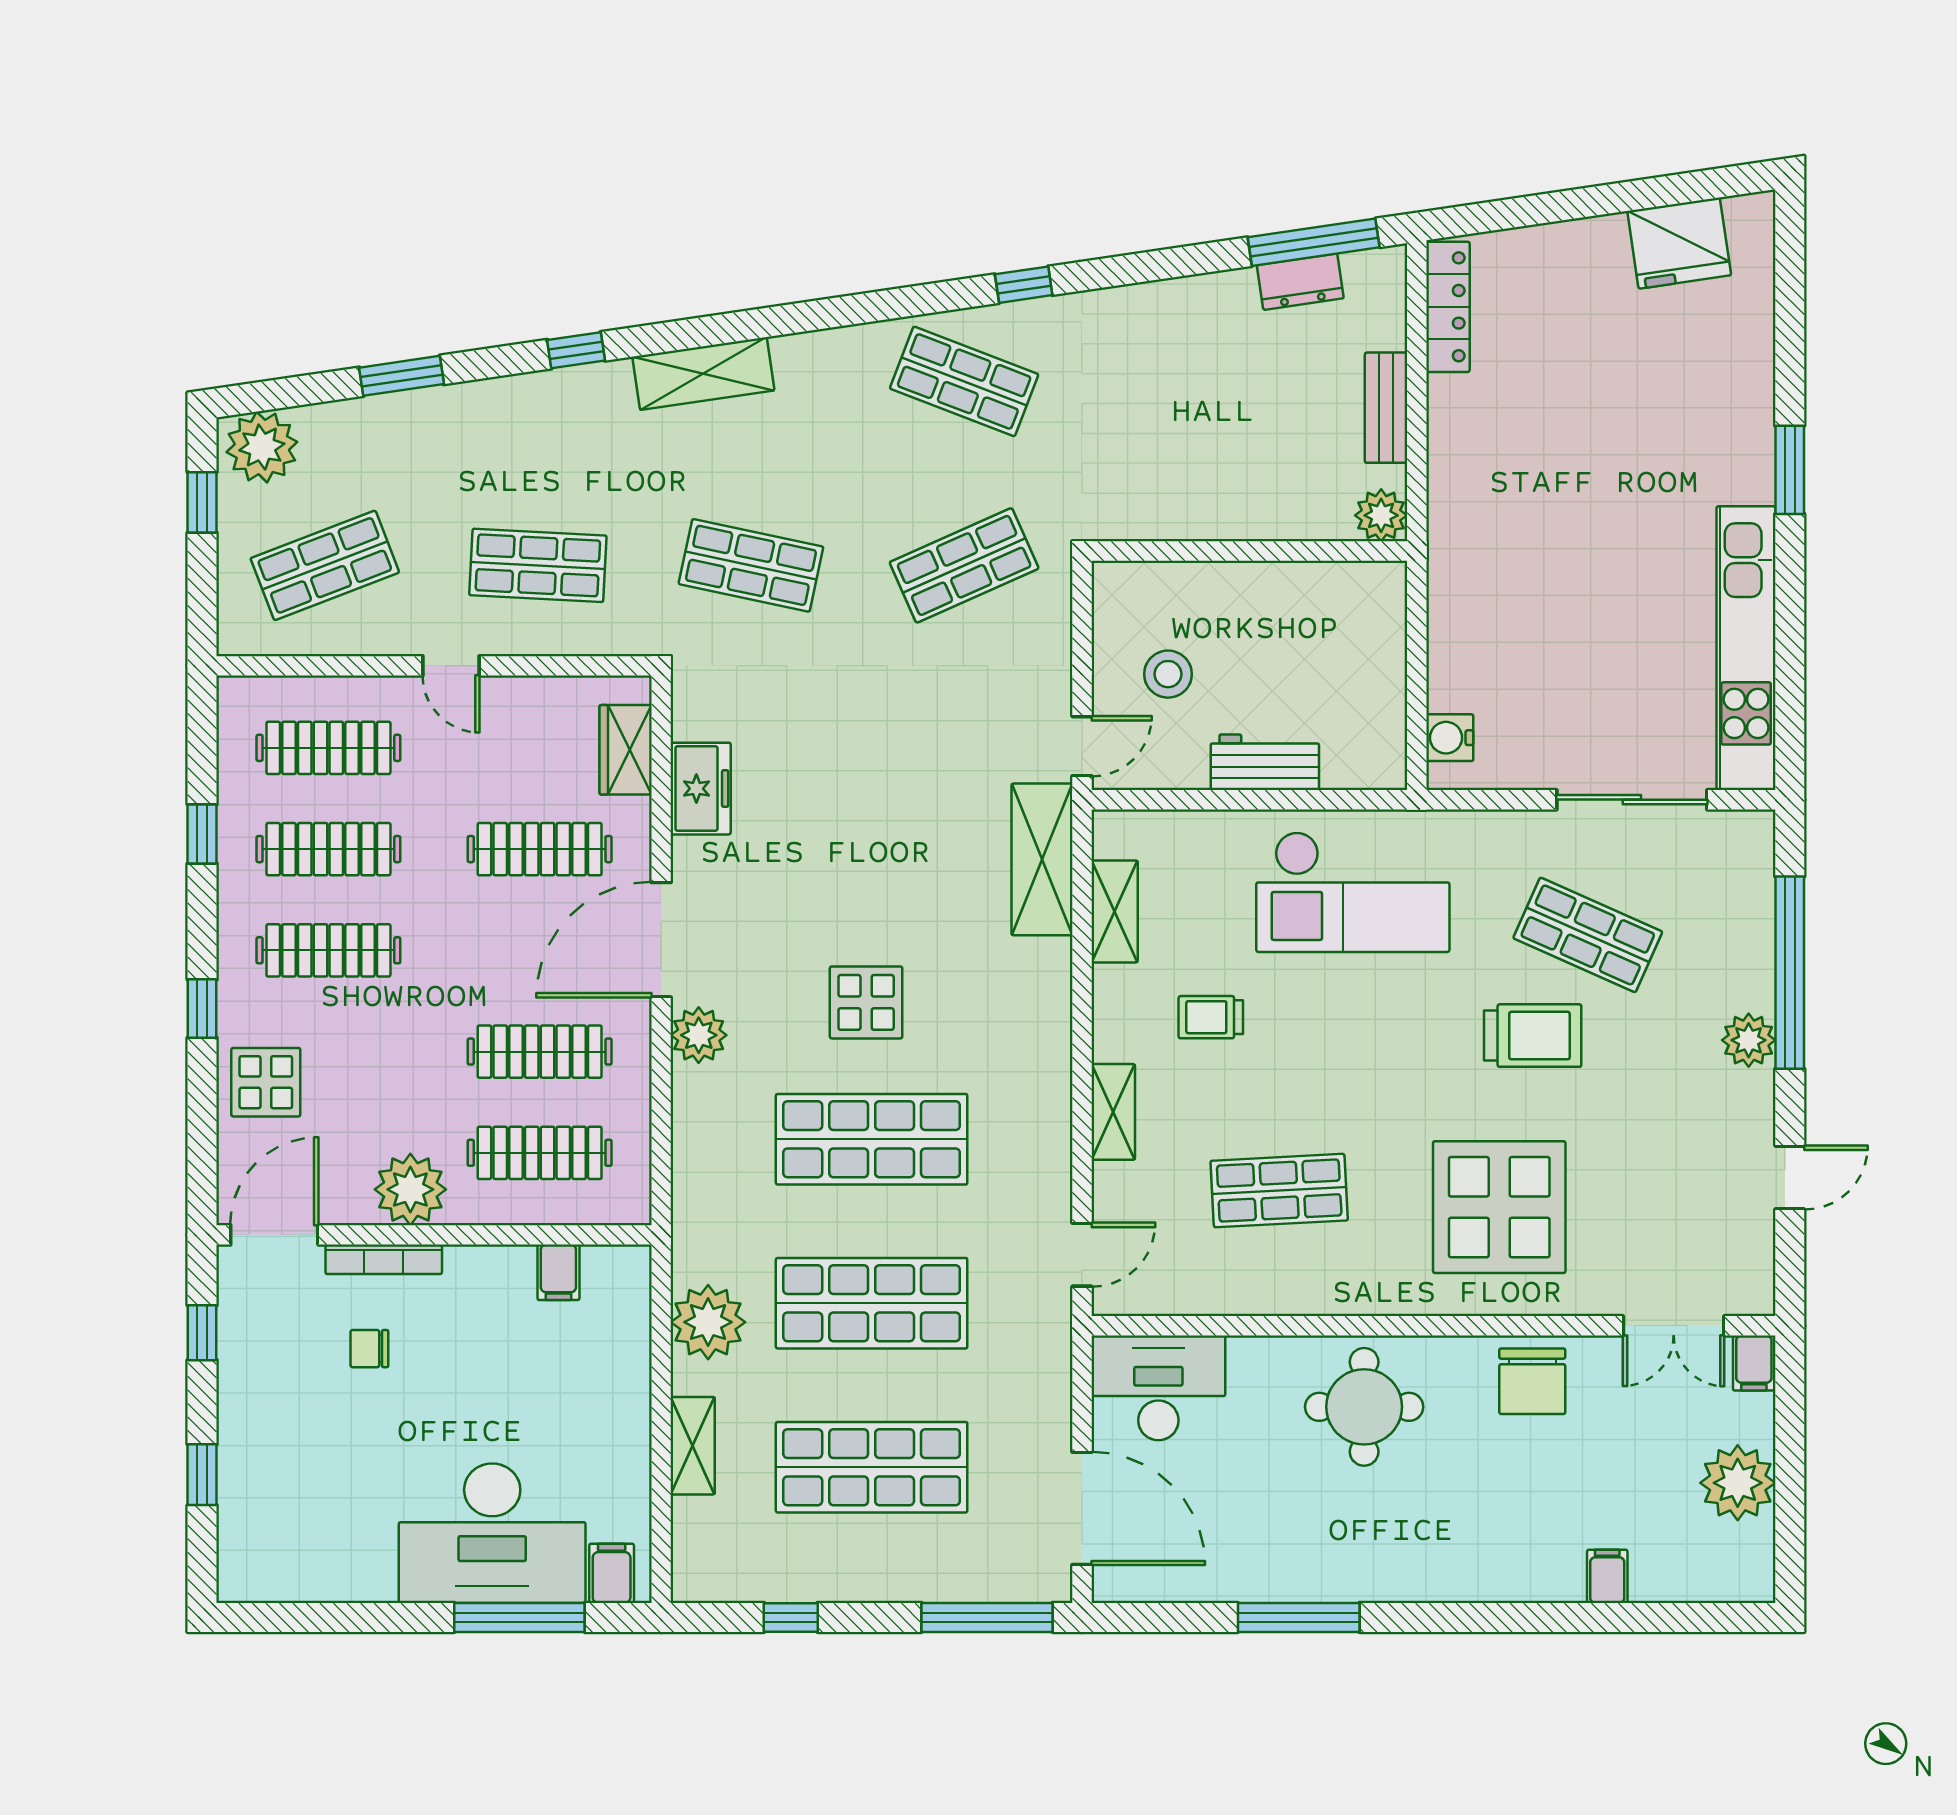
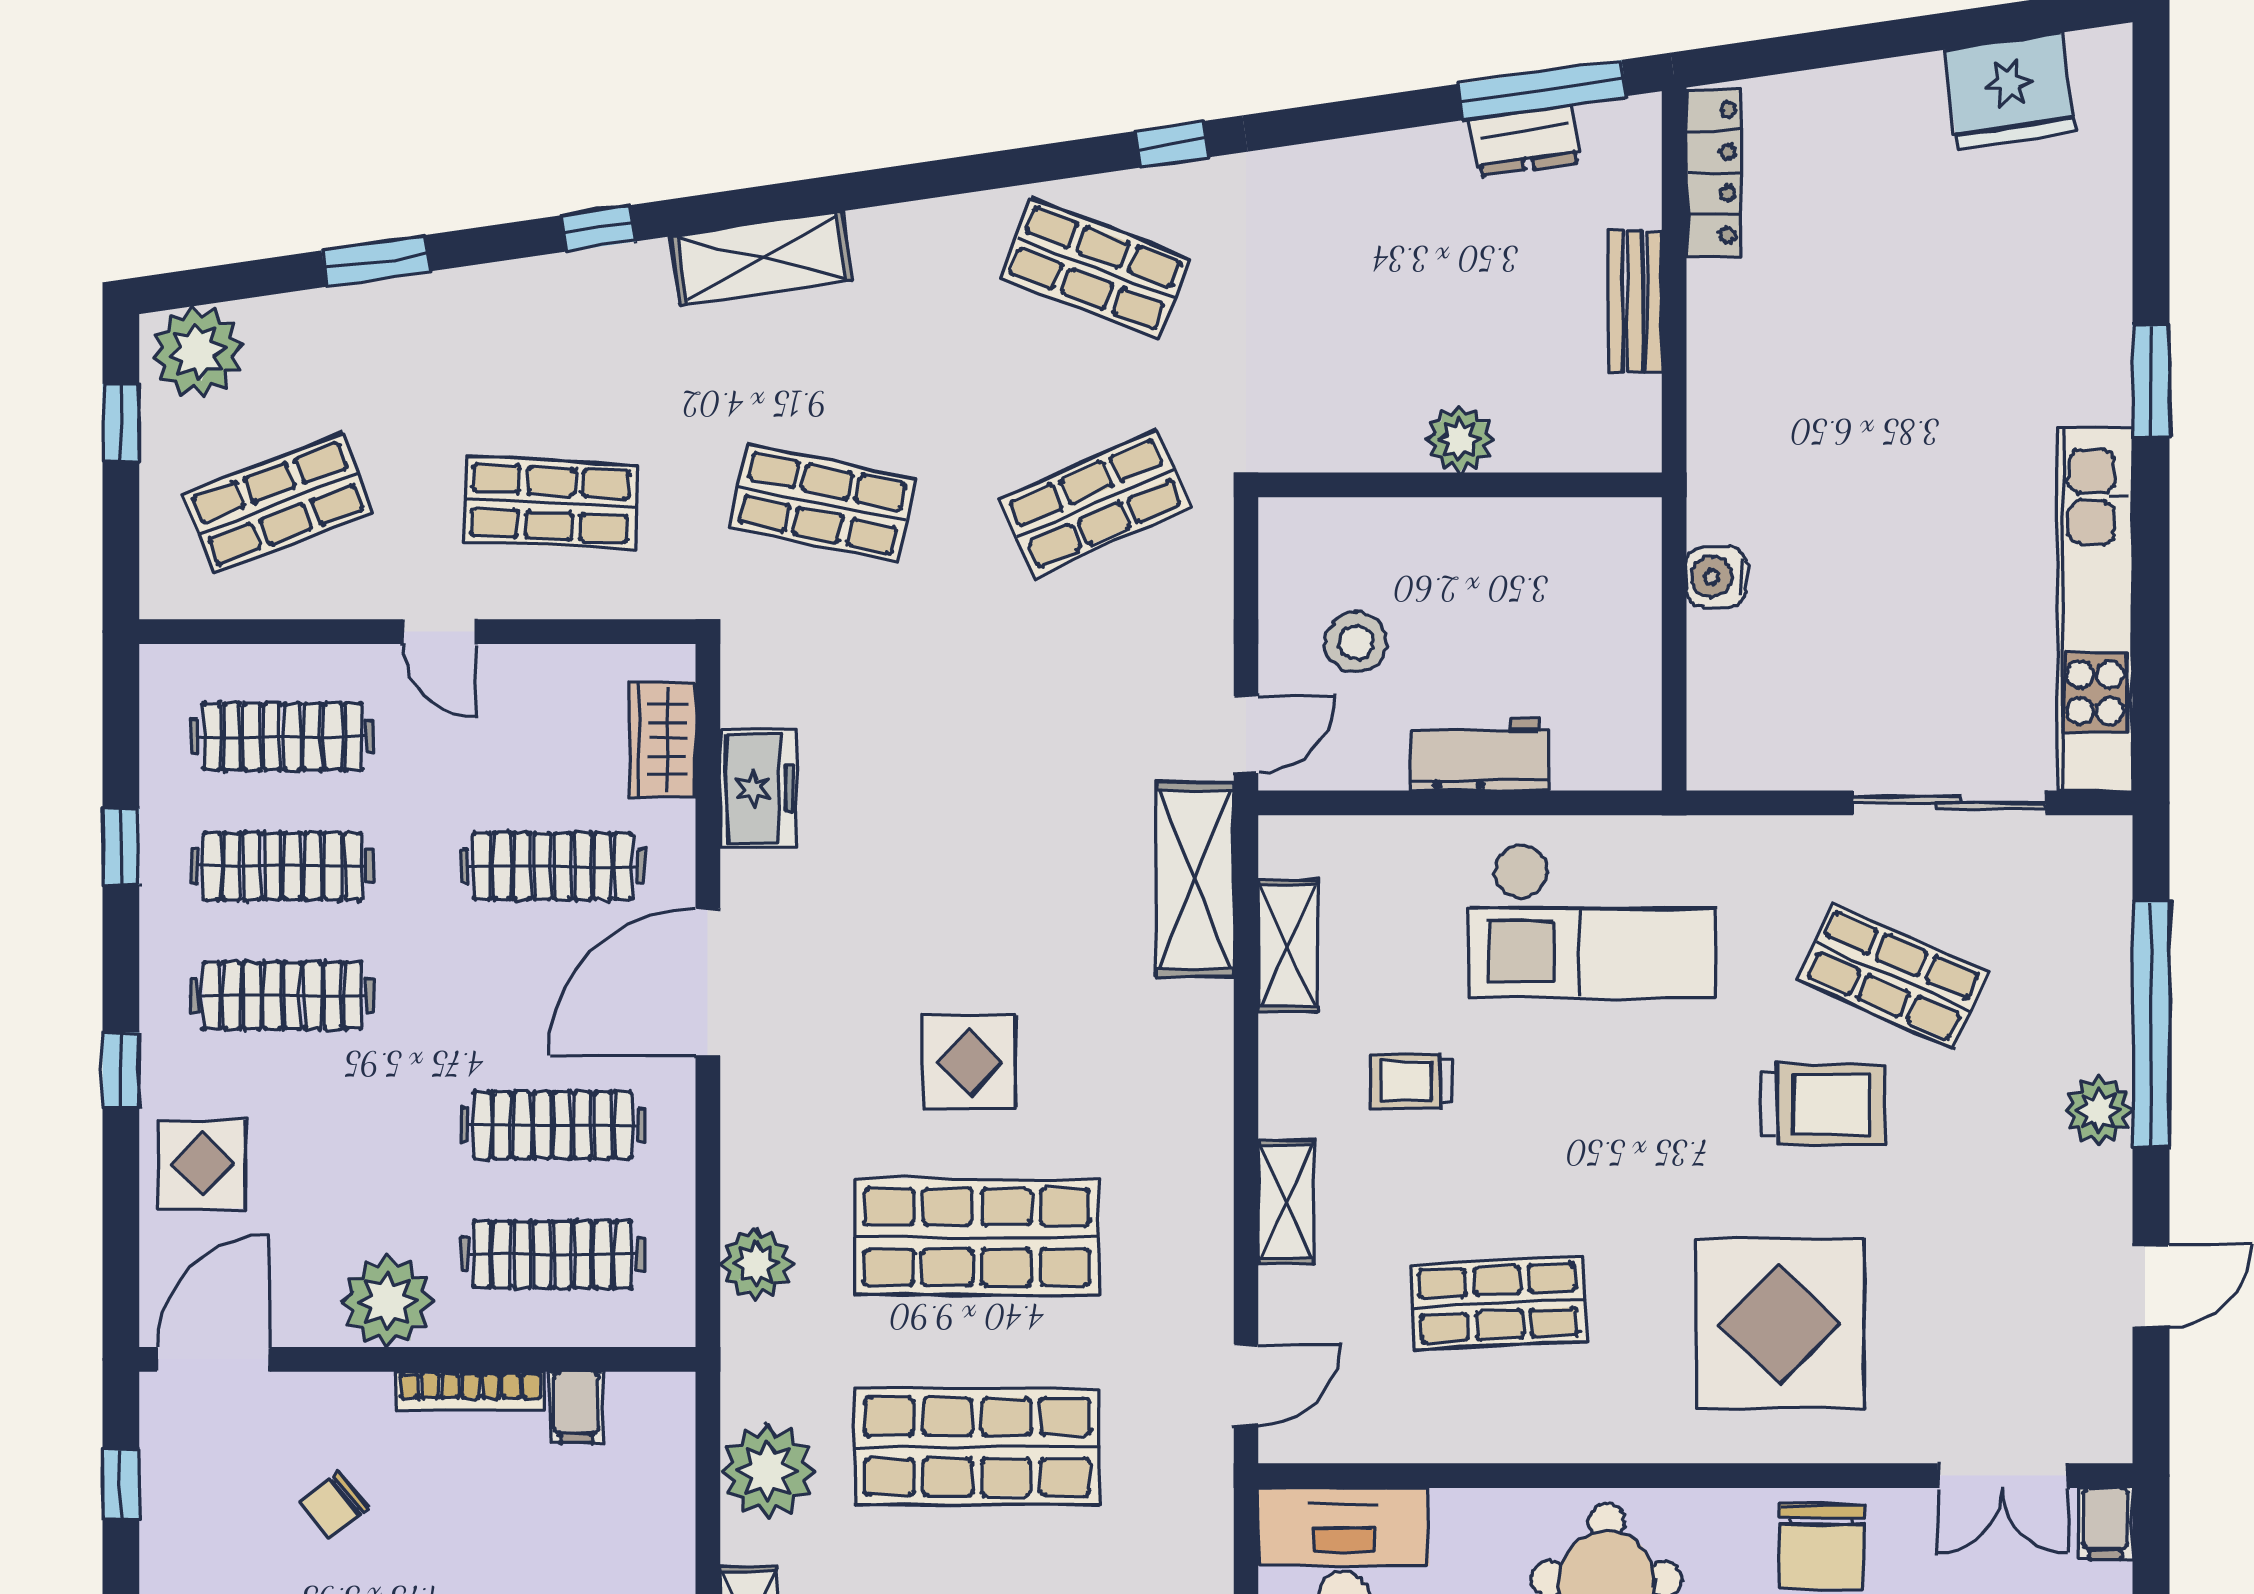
plant: (1381, 515) -> (1459, 439), moved
water cooler: (1450, 738) -> (1716, 577), moved
plant: (699, 1035) -> (756, 1264), moved
bookcase: (384, 1259) -> (471, 1391), moved
chair: (369, 1349) -> (335, 1505), turned -39

